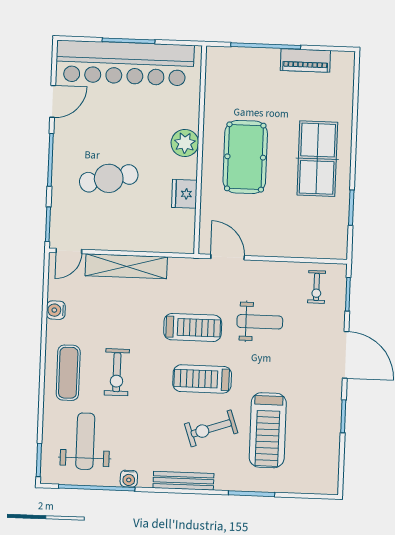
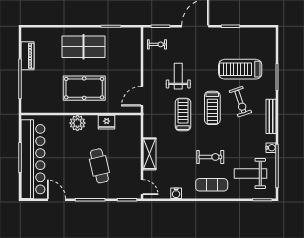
shelving: (126, 266) -> (149, 154), width x0.68
treadmill: (268, 430) -> (240, 69), turned 180

